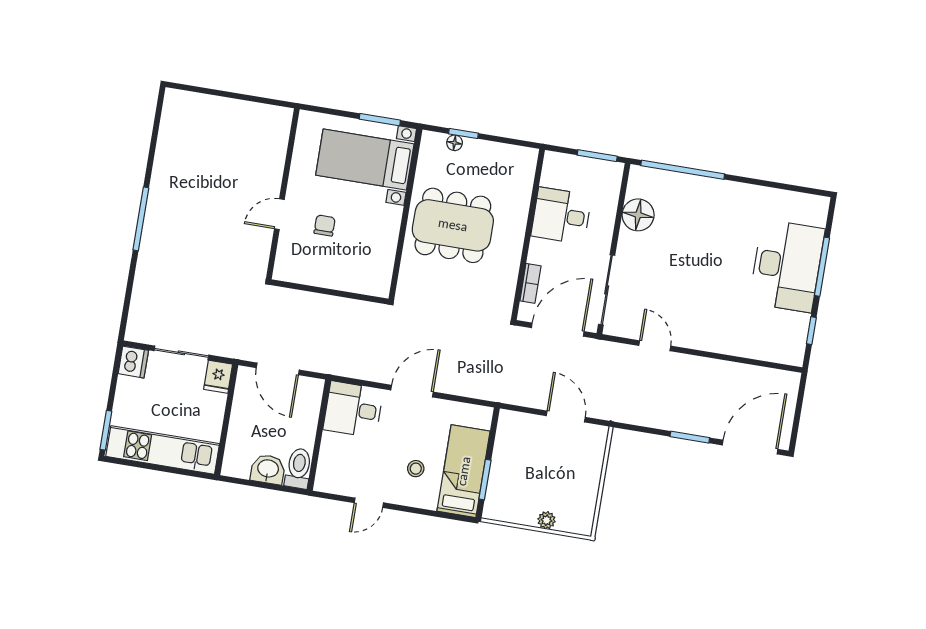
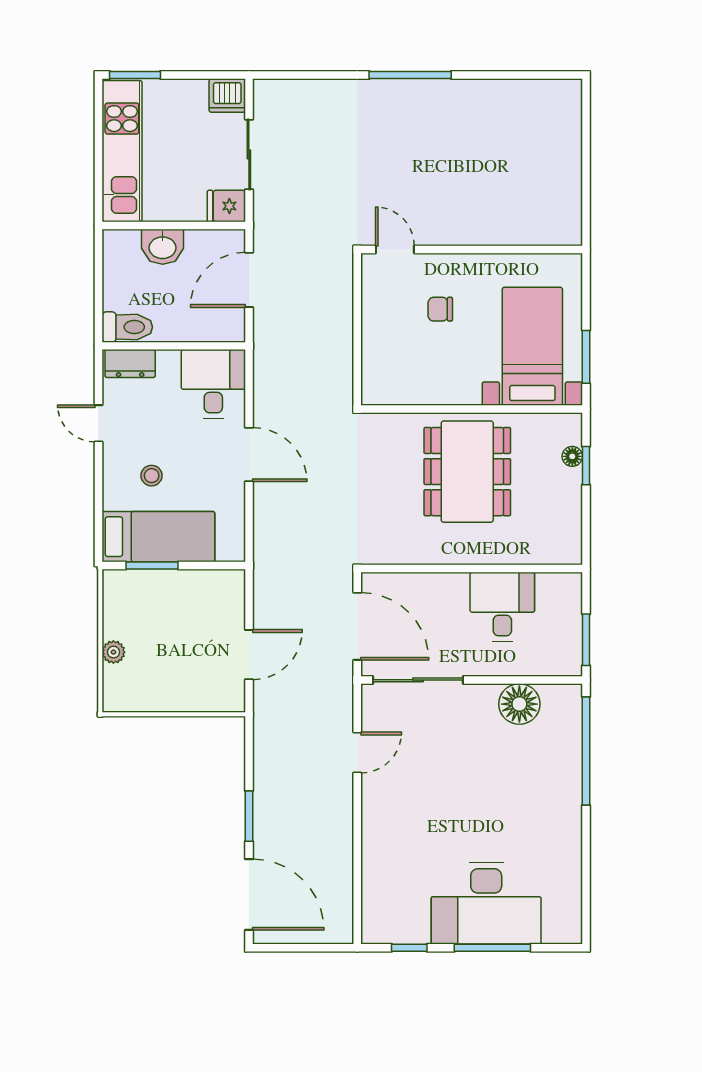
door: (279, 214) -> (395, 250), moved
chair: (325, 226) -> (440, 309), turned 180
bookcase: (530, 283) -> (410, 582), removed
washbasin: (268, 469) -> (163, 247), moved, turned 90
dresser: (327, 471) -> (130, 364), added

